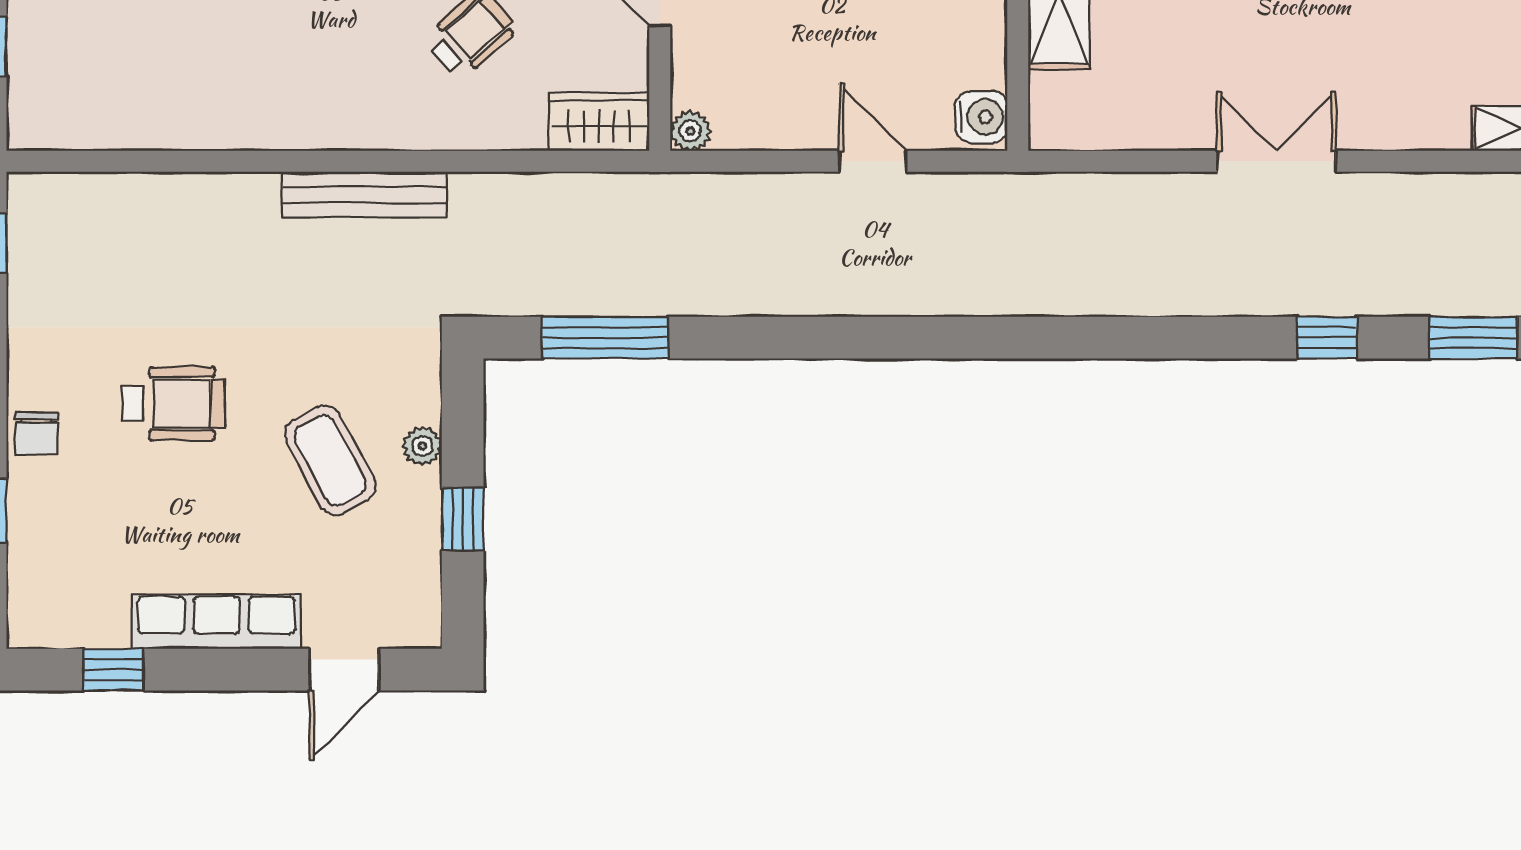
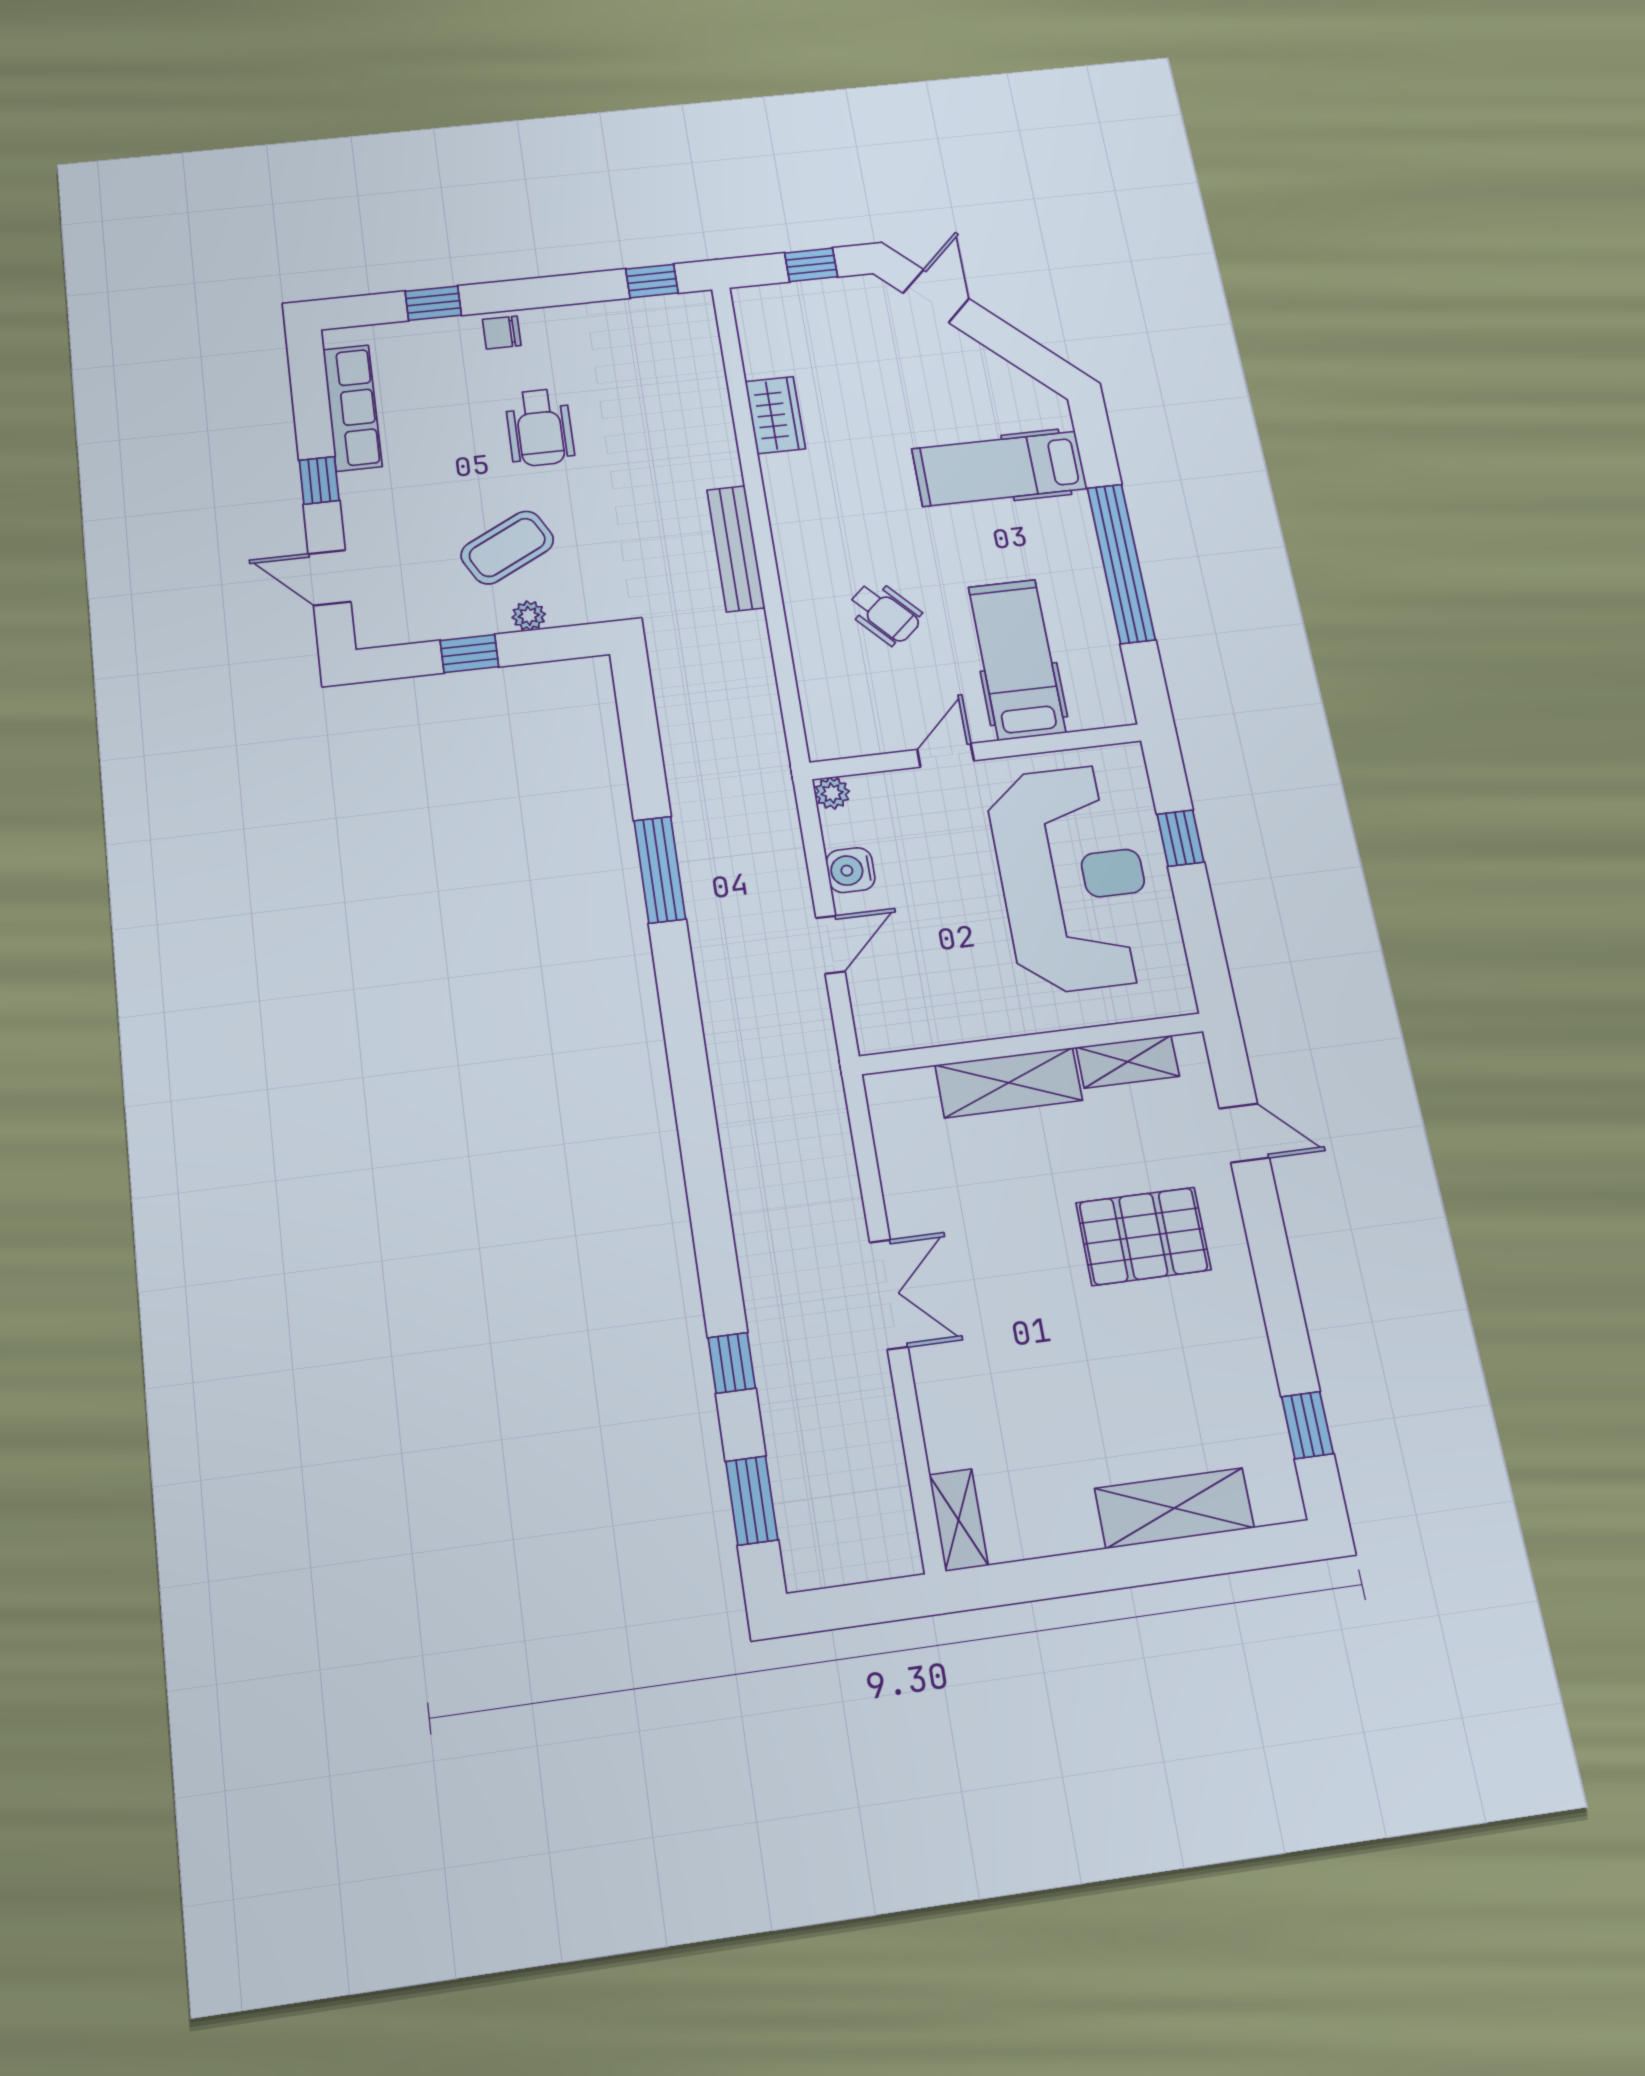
water cooler: (981, 117) -> (850, 870), moved, turned 90
wardrobe: (599, 122) -> (775, 415), moved
window: (605, 338) -> (660, 870), moved
row of seats: (216, 622) -> (352, 408), moved
window: (114, 670) -> (319, 480), moved

